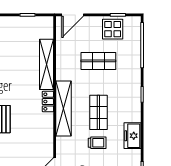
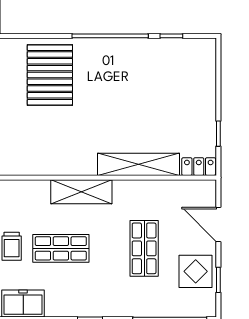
door: (73, 15) -> (218, 225), moved
locker: (48, 102) -> (199, 167), moved
shelving: (63, 108) -> (81, 192), width x0.68

